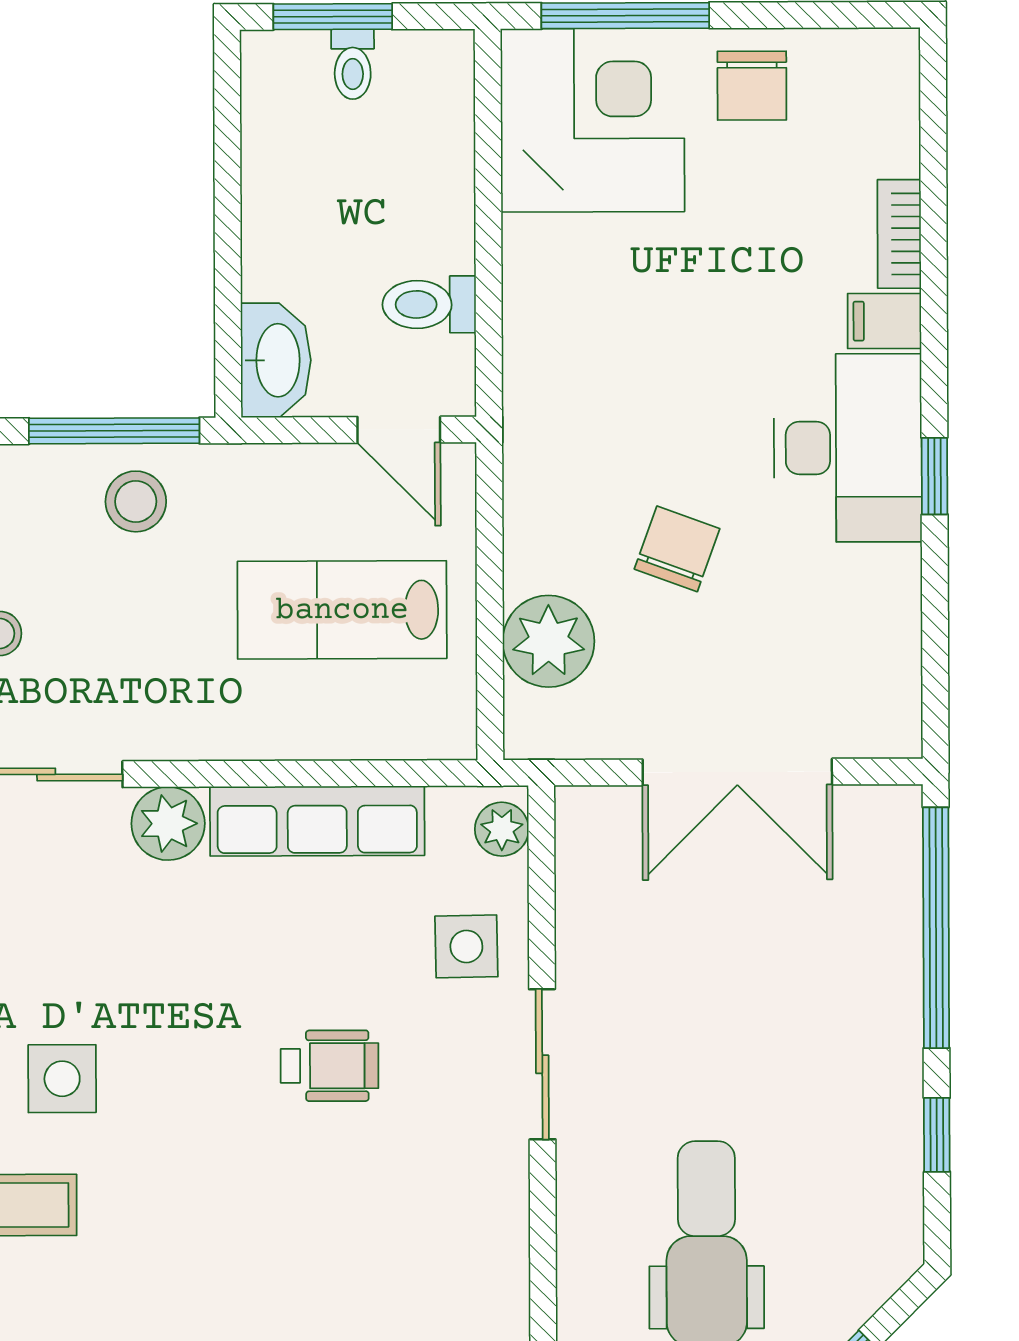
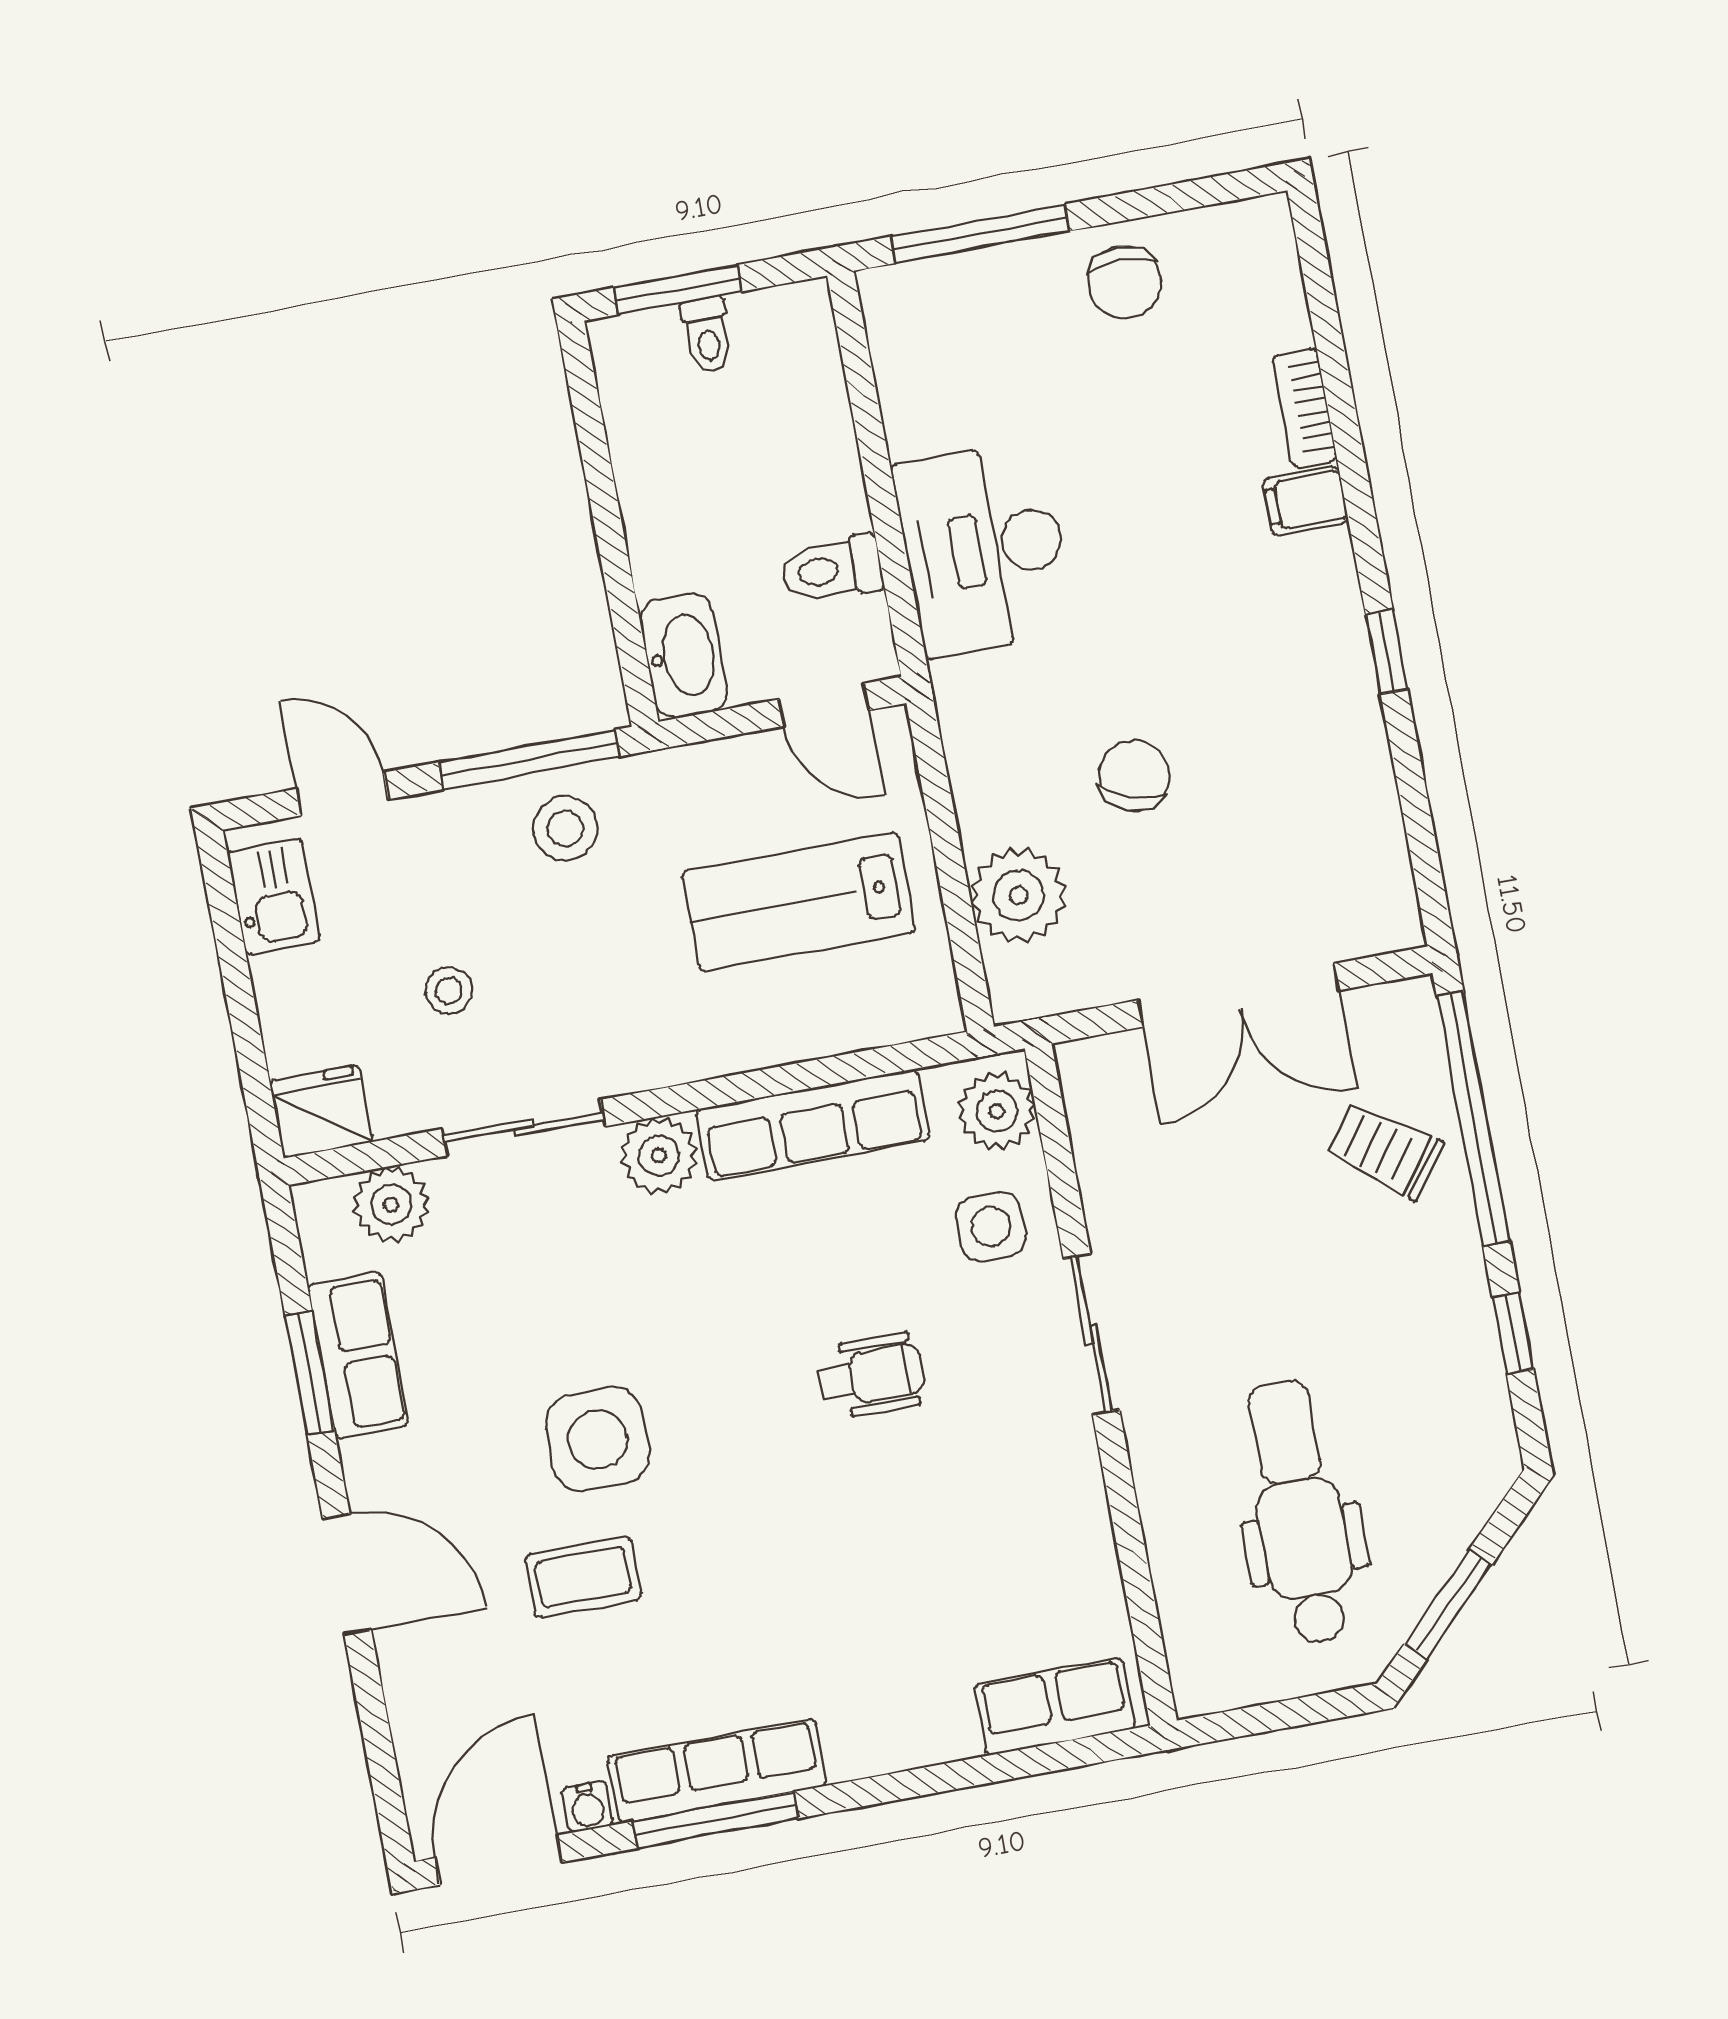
corner desk: (593, 120) -> (966, 348), removed
desk: (848, 448) -> (984, 549), moved, turned 180
plant: (502, 829) -> (997, 1111), width x1.38, depth x1.38
trolley: (848, 942) -> (1385, 1150), added
side table: (62, 1079) -> (597, 1439), width x1.37, depth x1.37

